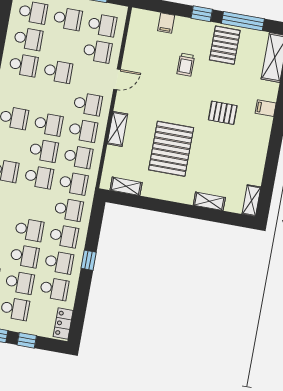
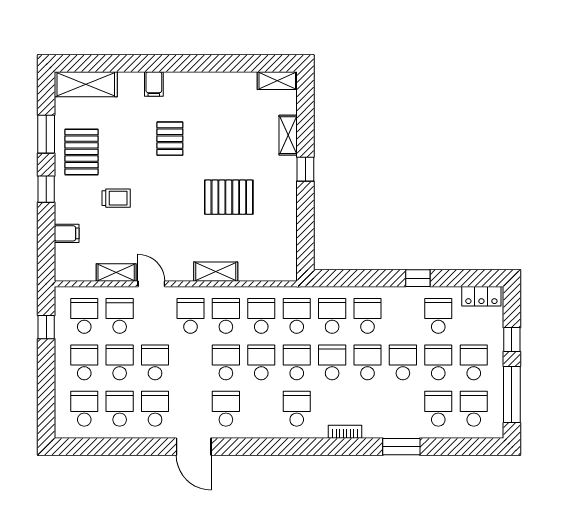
window: (243, 21) -> (46, 134), width x0.69
school desk: (63, 45) -> (120, 362), added
pallet: (225, 45) -> (82, 152), turned 90
pallet: (171, 149) -> (229, 197), width x0.73, depth x0.71
shelving: (126, 186) -> (116, 272), moved, turned 90
window: (182, 210) -> (305, 169), added
window: (89, 260) -> (418, 278), moved
school desk: (59, 262) -> (332, 362), moved

